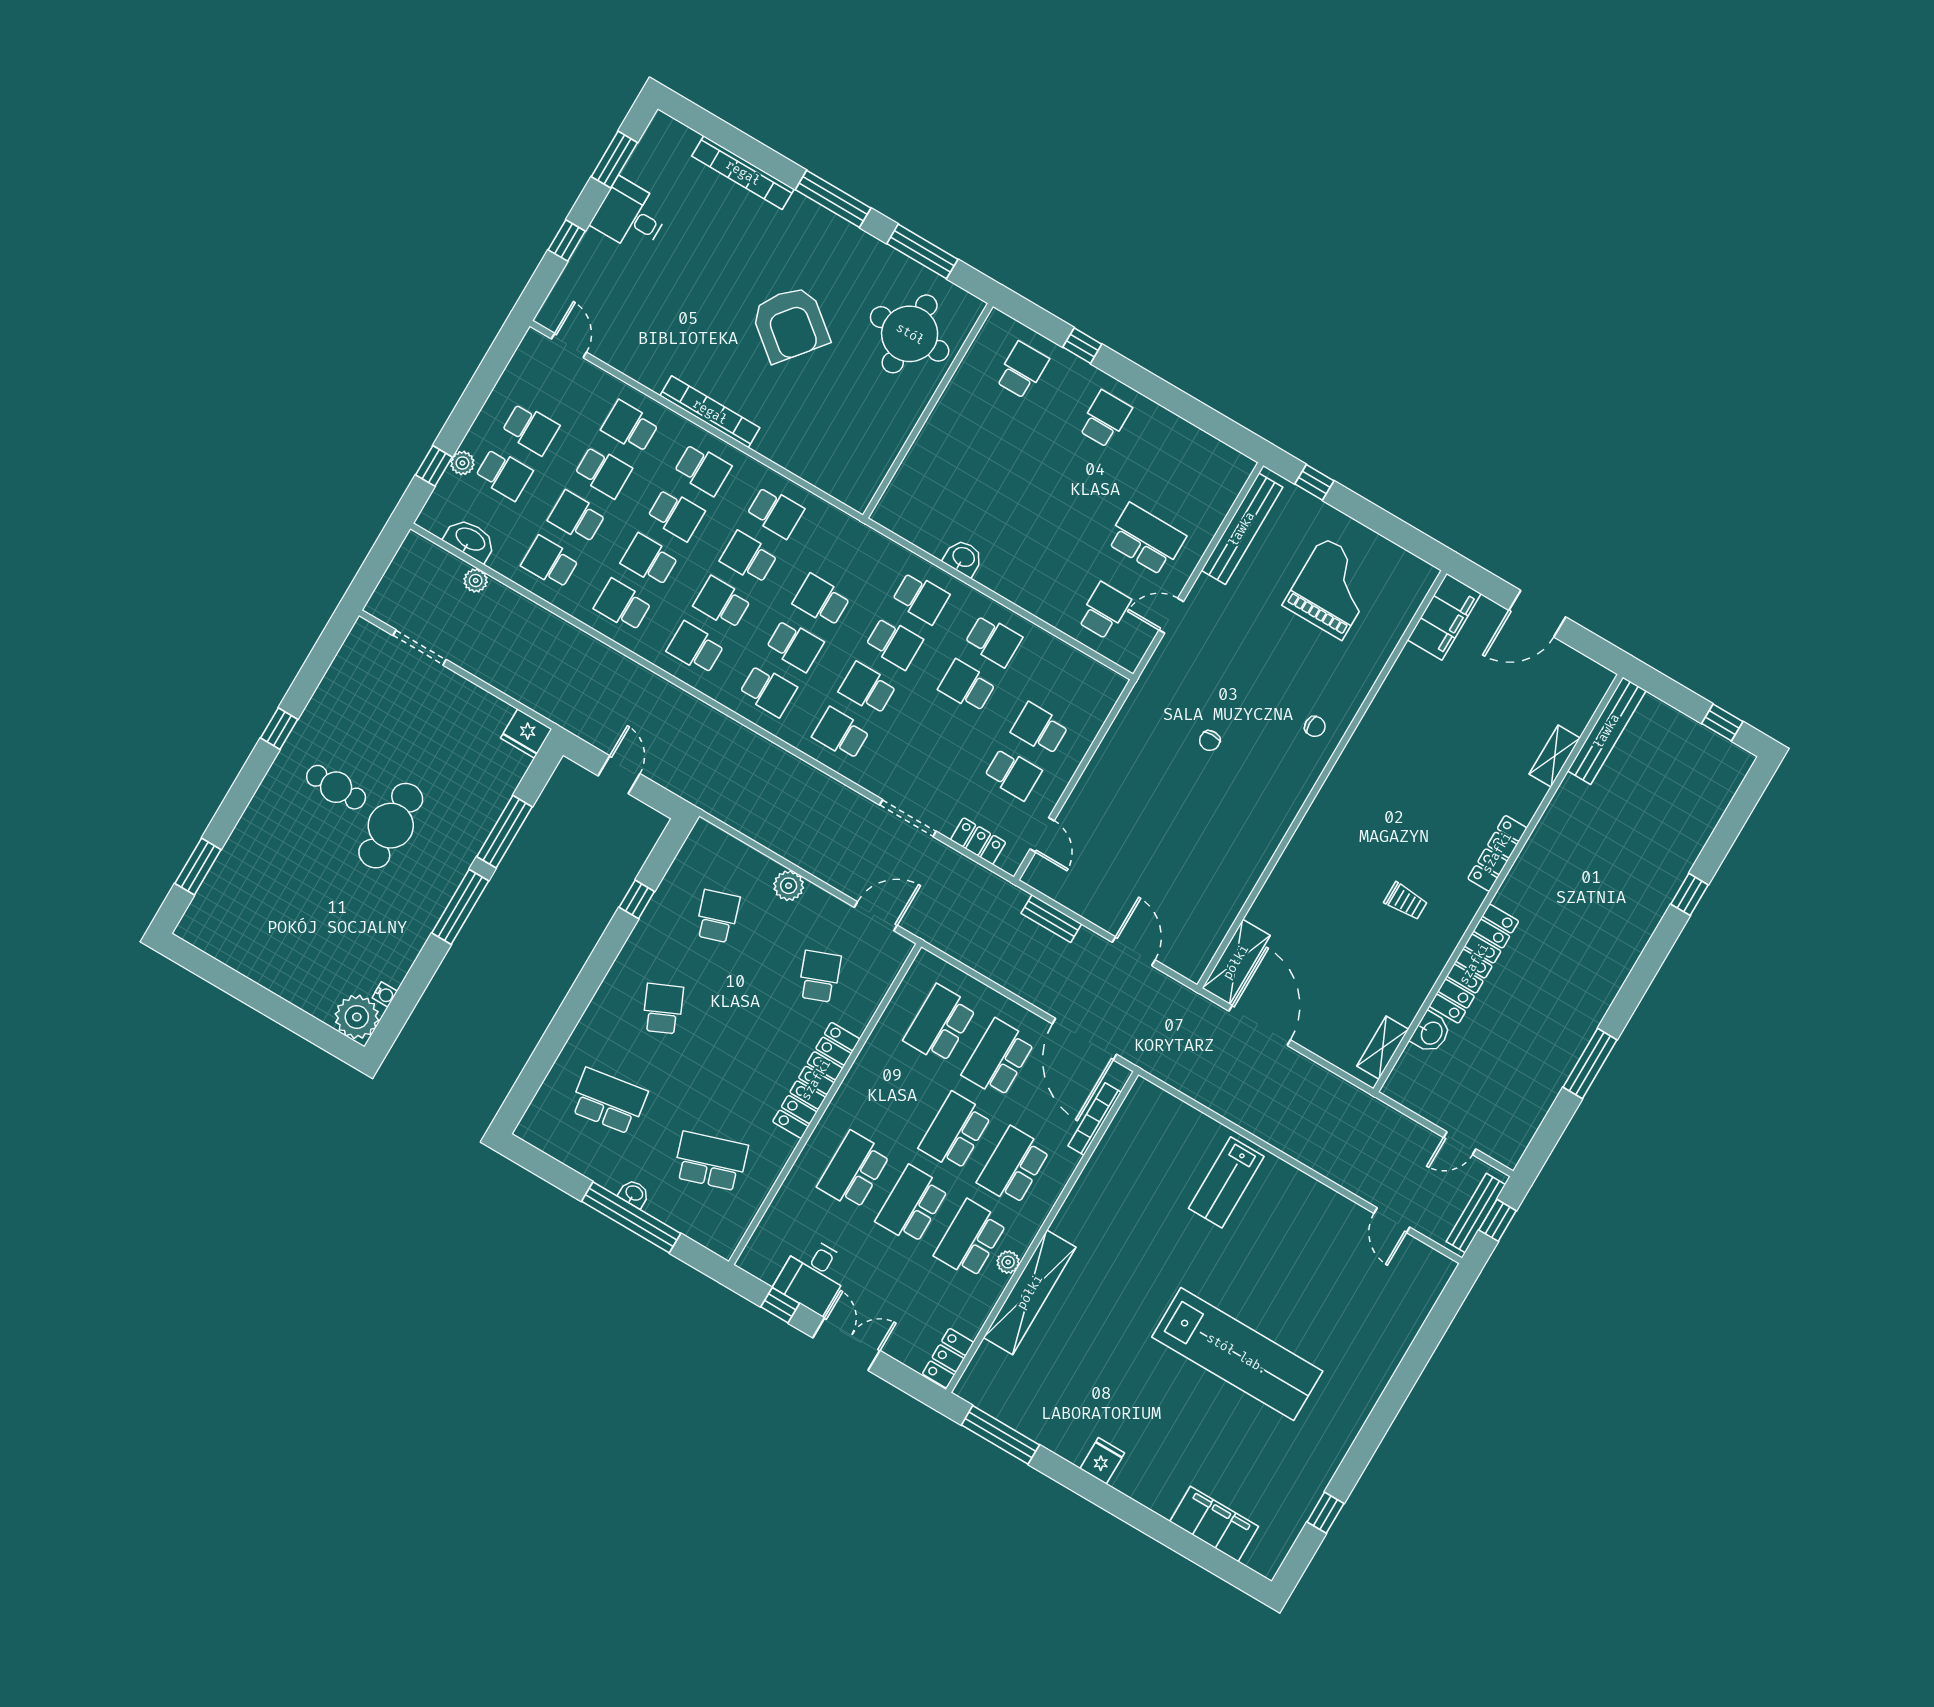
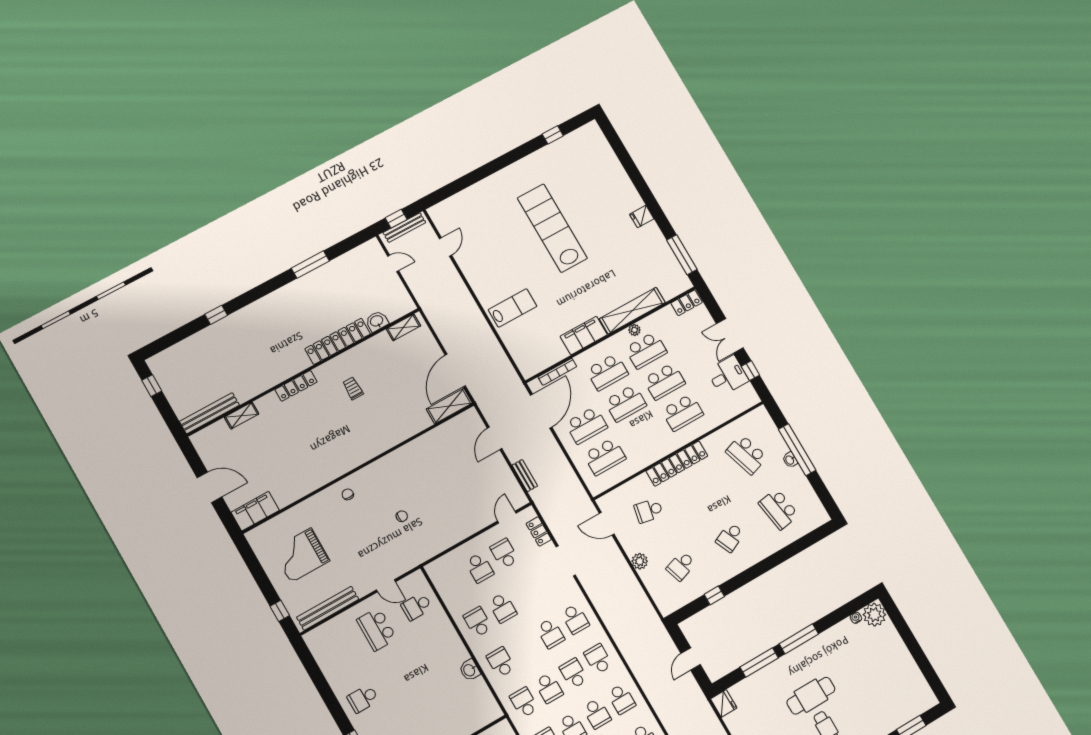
school desk: (894, 643) -> (524, 703), moved
school desk: (820, 976) -> (649, 511), turned 33
filing cabinet: (1214, 1524) -> (584, 336), moved, turned 90

